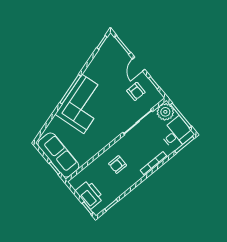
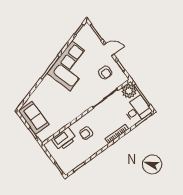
door: (139, 64) -> (109, 50), swing flipped
corner sofa: (83, 104) -> (71, 66), moved
sofa: (58, 155) -> (34, 118), width x0.73
printer: (90, 195) -> (64, 139), moved, turned 90

